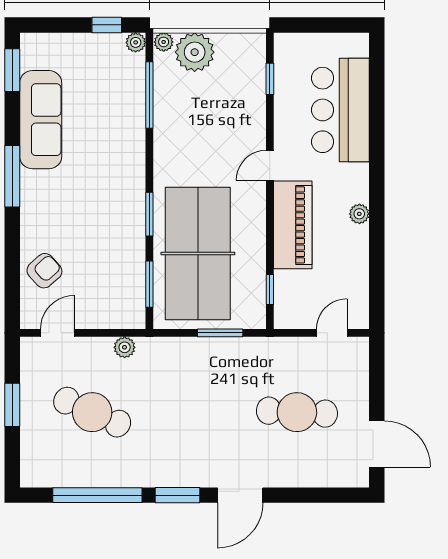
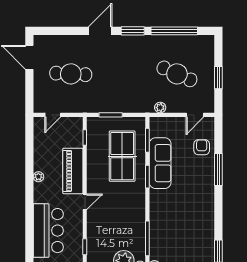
sofa: (41, 120) -> (160, 163), moved, turned 180
window: (12, 176) -> (218, 170), moved
table tennis table: (198, 254) -> (122, 156), width x0.73, depth x0.76
armchair: (44, 271) -> (202, 147), turned 132

